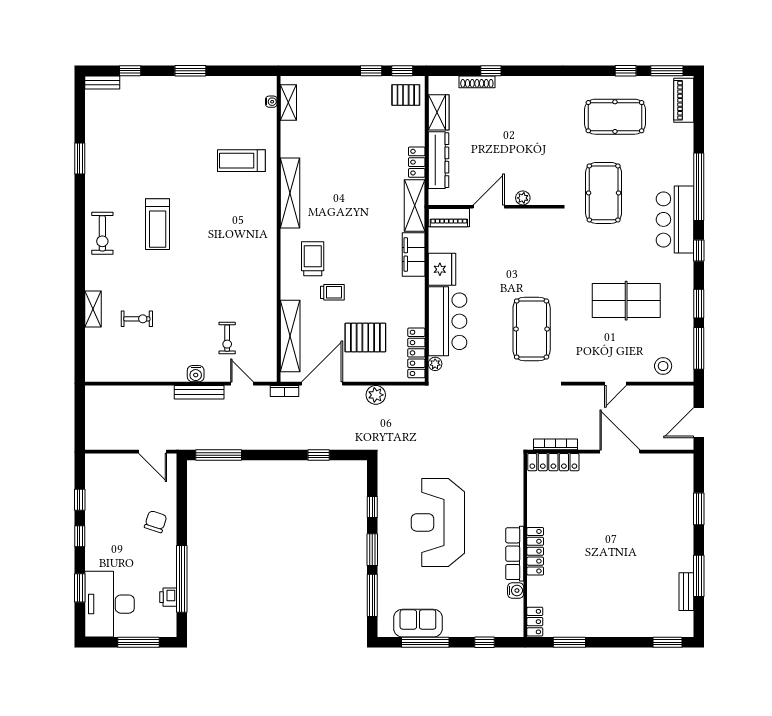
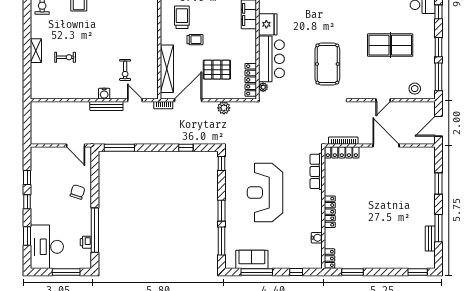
window: (372, 507) -> (221, 163), moved
row of seats: (515, 554) -> (316, 171), moved

